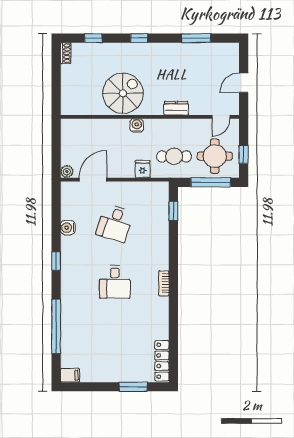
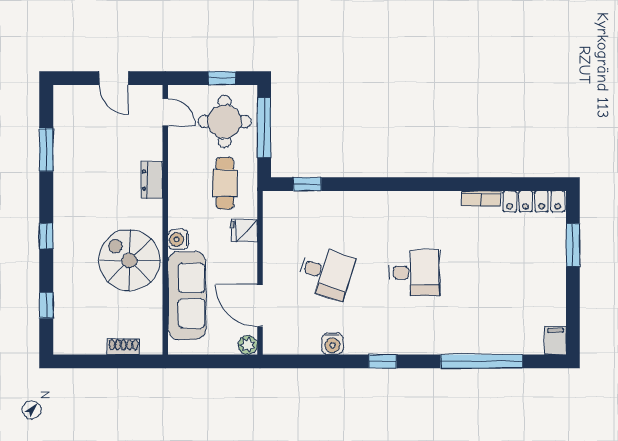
shoe rack: (66, 53) -> (124, 347), moved
sofa: (100, 131) -> (187, 296), added
bookcase: (164, 283) -> (481, 198), moved

